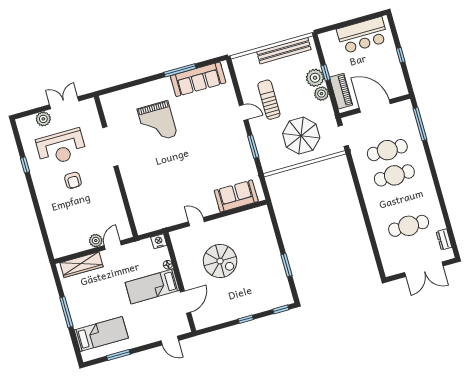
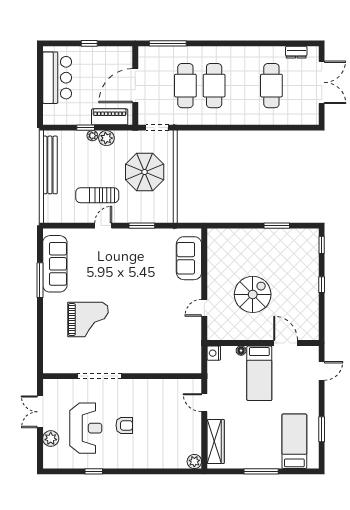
plant: (315, 78) -> (92, 136), width x0.53, depth x0.53
plant: (96, 241) -> (194, 461), moved

